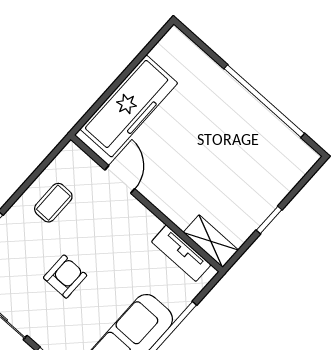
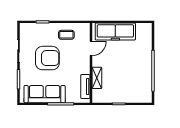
shelving: (211, 241) -> (97, 78), moved
armchair: (65, 277) -> (47, 58), width x1.88, depth x1.88

